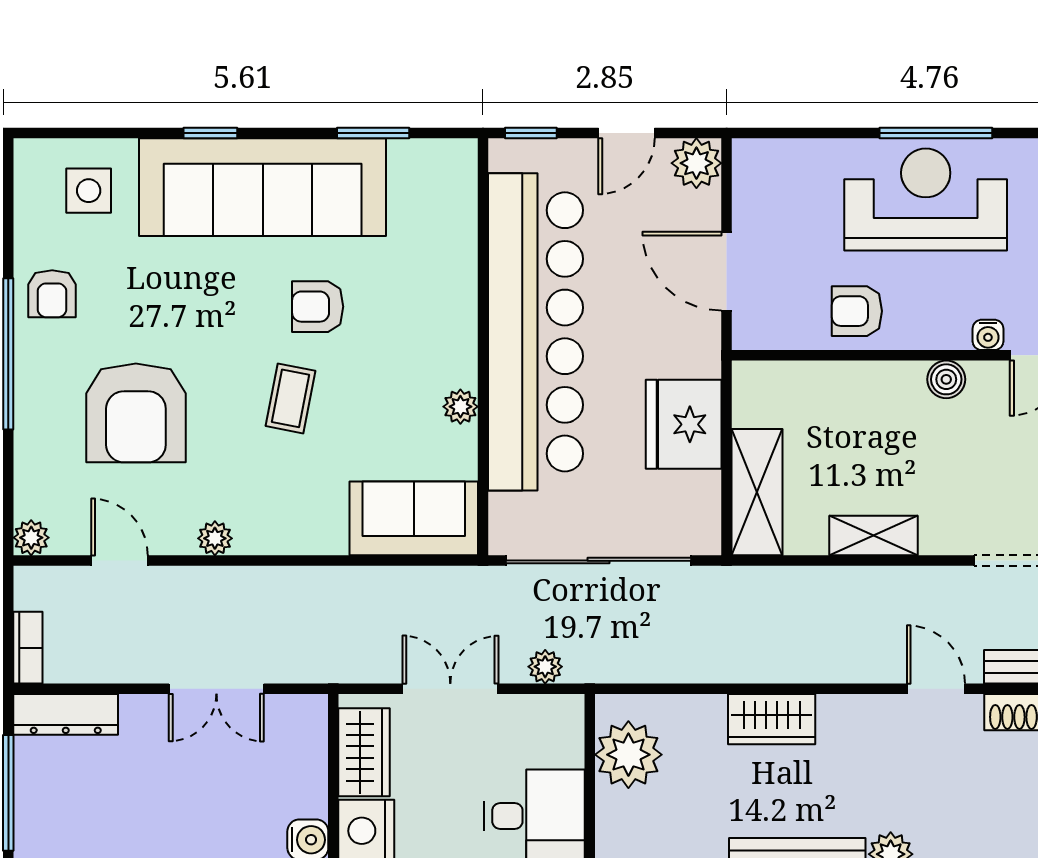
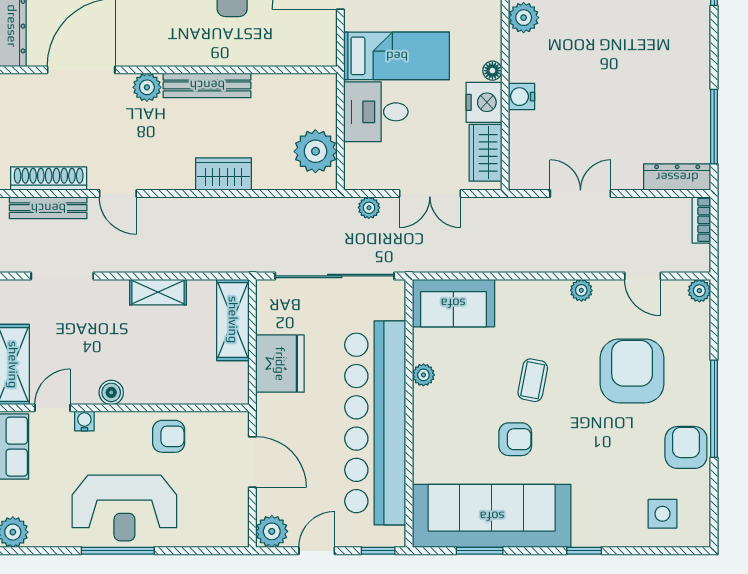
sofa: (263, 187) -> (492, 516), moved
armchair: (52, 294) -> (686, 447), width x1.38, depth x1.38

